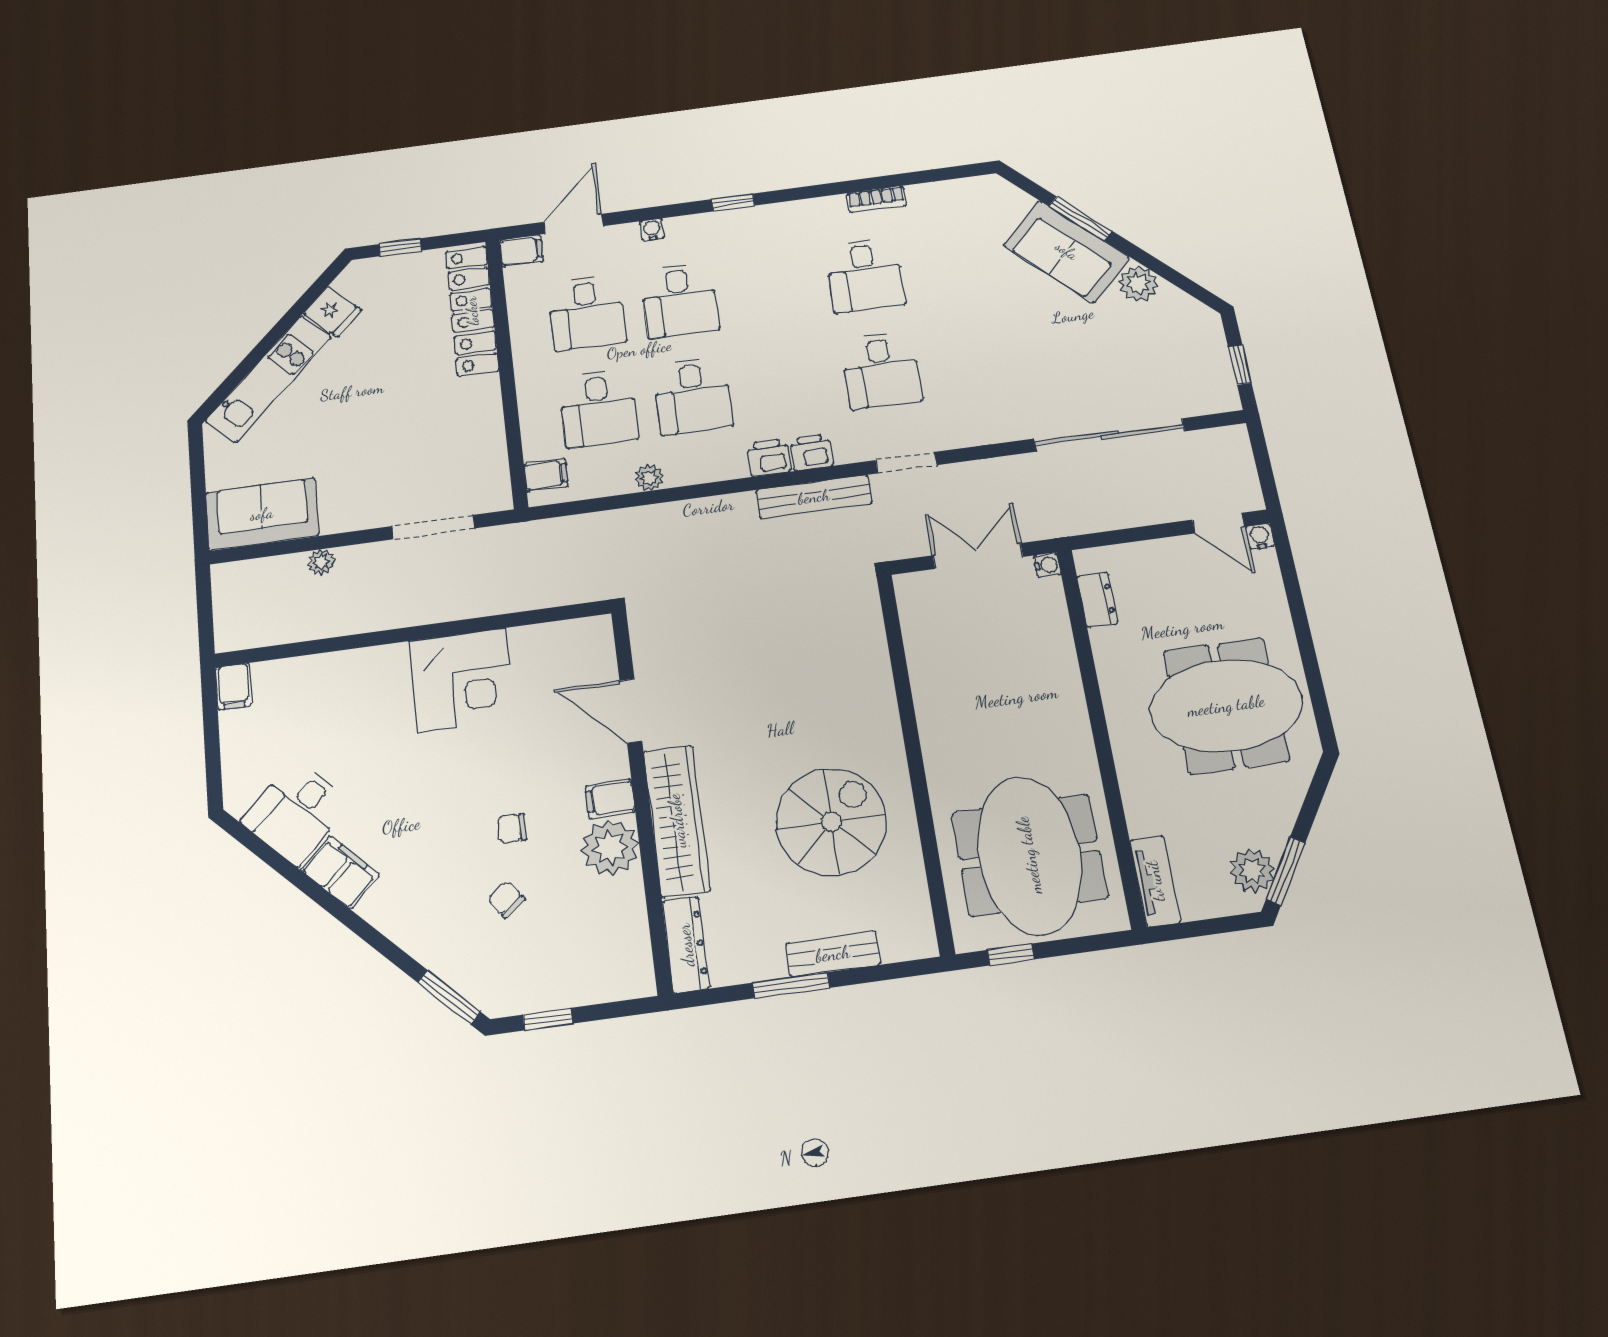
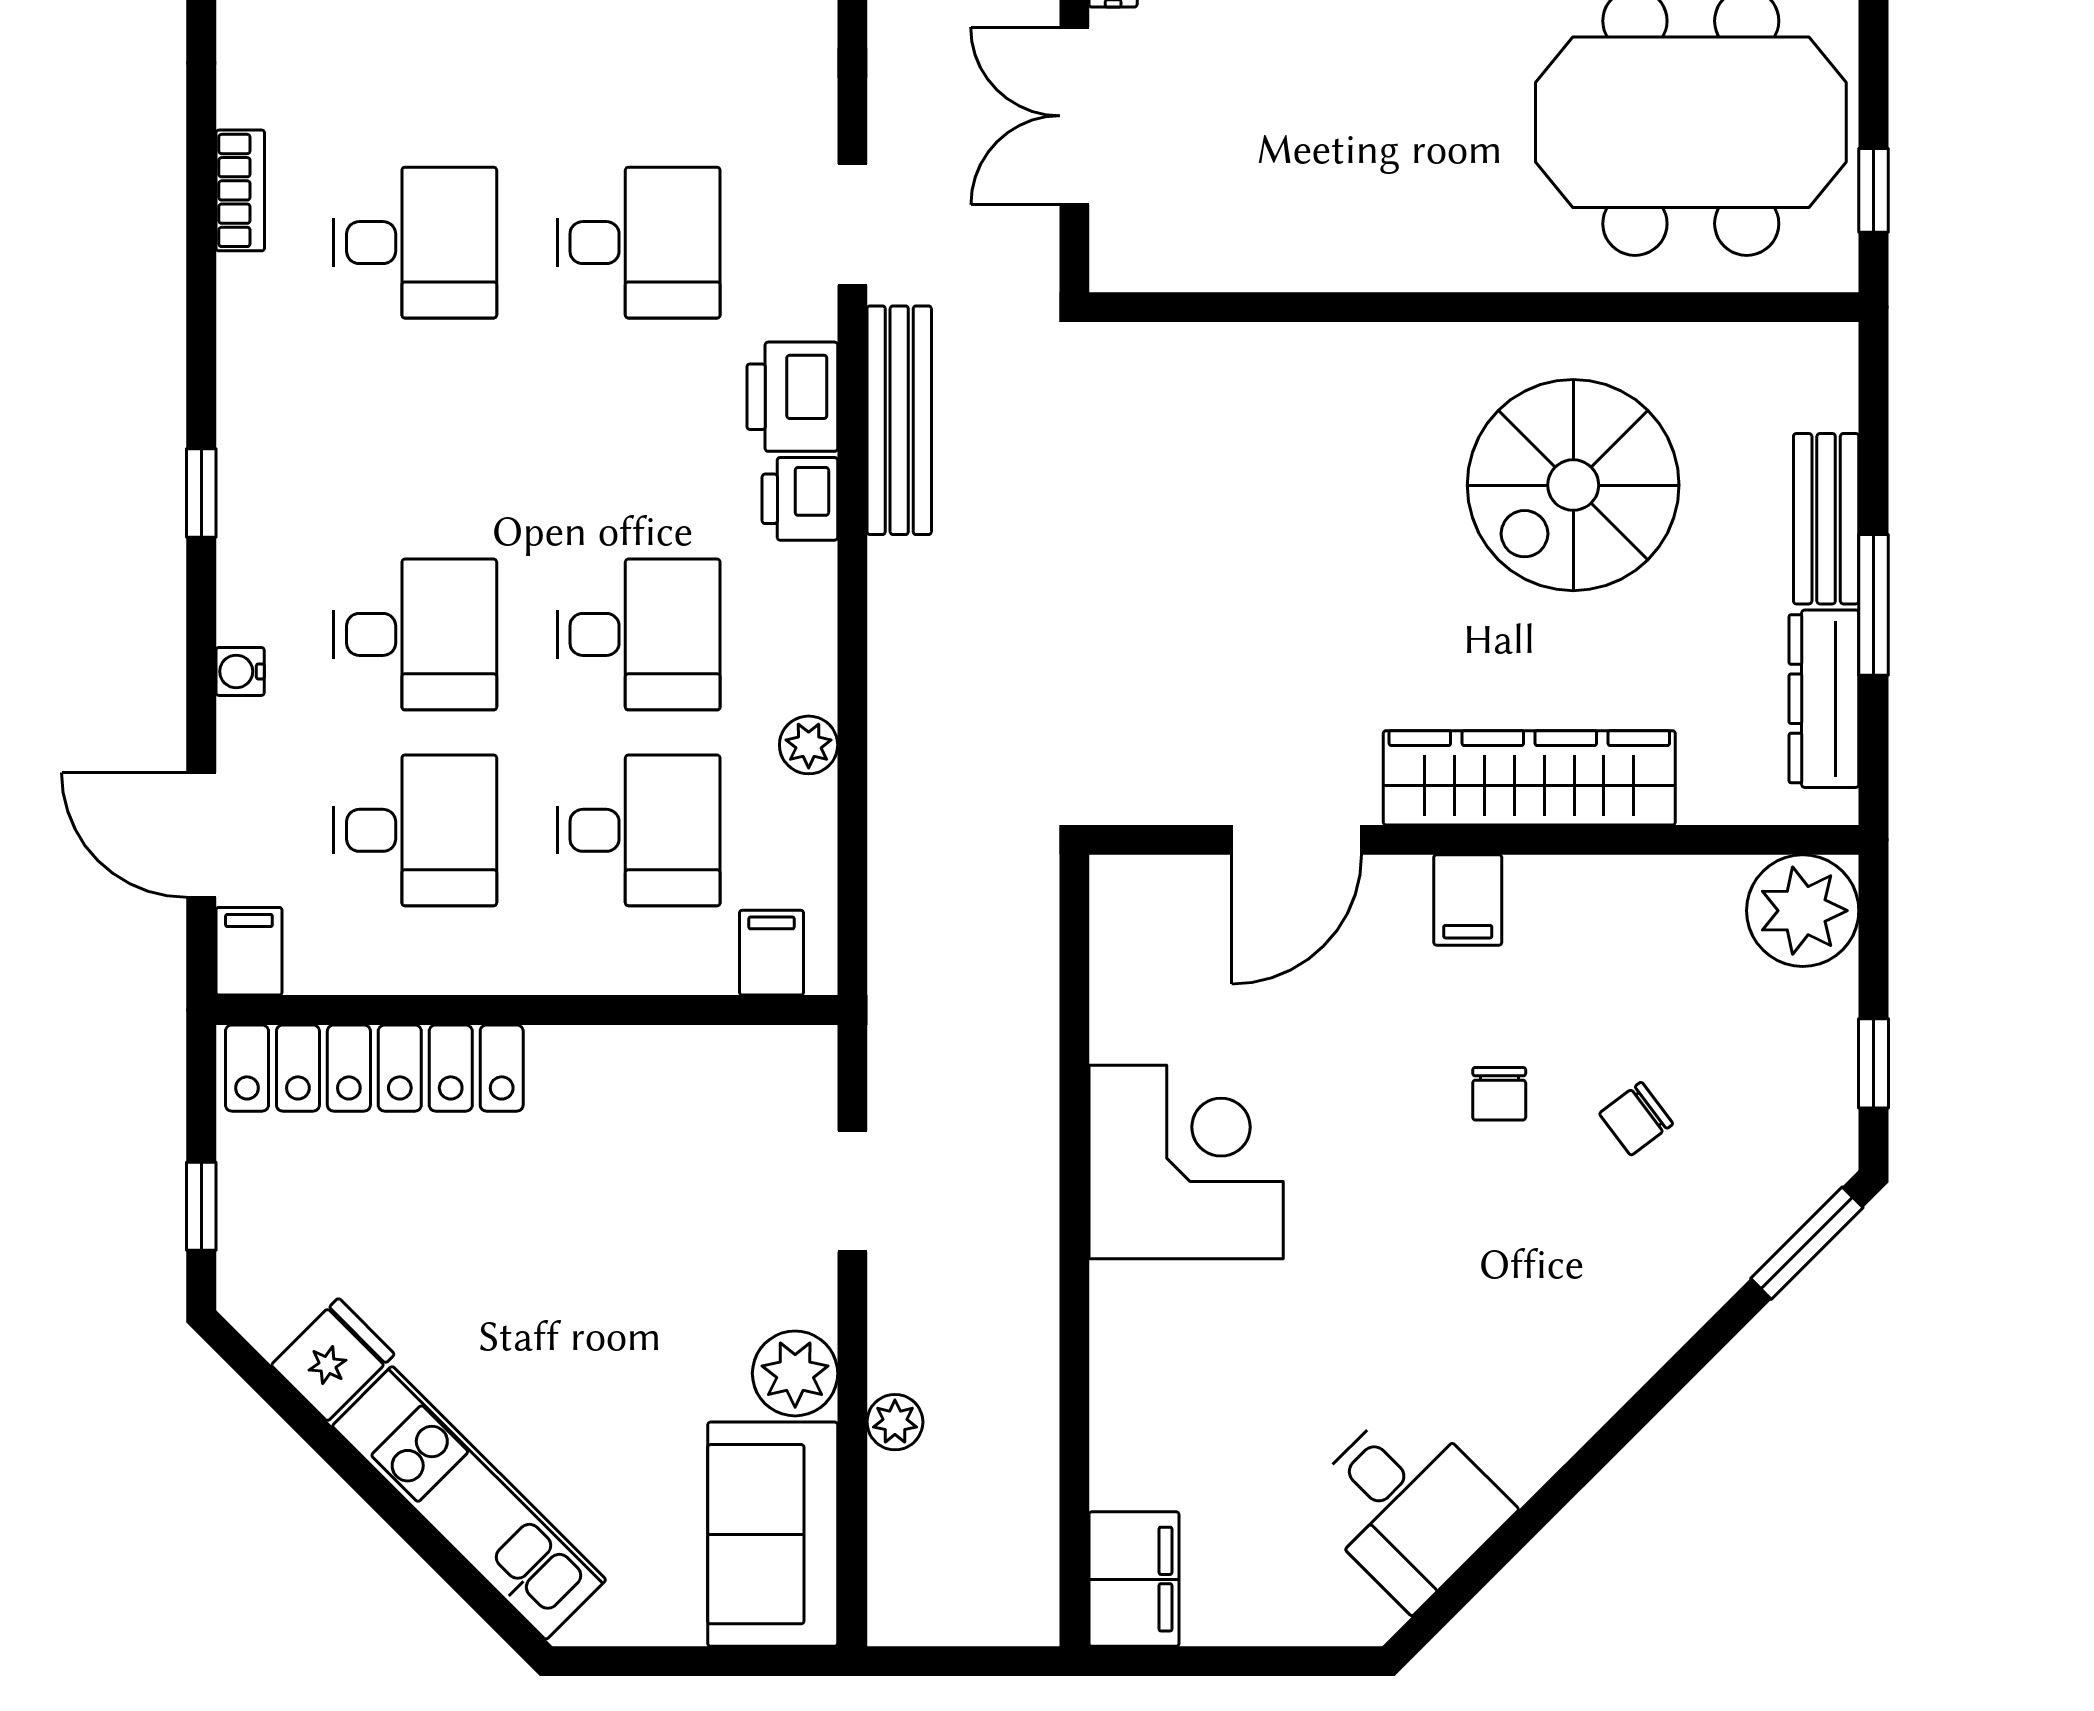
printer: (811, 452) -> (792, 397), width x1.36, depth x1.24
plant: (342, 513) -> (795, 1373), added
doorway: (433, 527) -> (852, 1191), width x0.73
filing cabinet: (233, 687) -> (1134, 1579), width x2.00
spiral stairs: (831, 822) -> (1573, 485), turned -90
plant: (610, 848) -> (1803, 911), moved
filing cabinet: (340, 872) -> (1539, 1429), removed
dresser: (686, 945) -> (1824, 699), moved, turned -90

